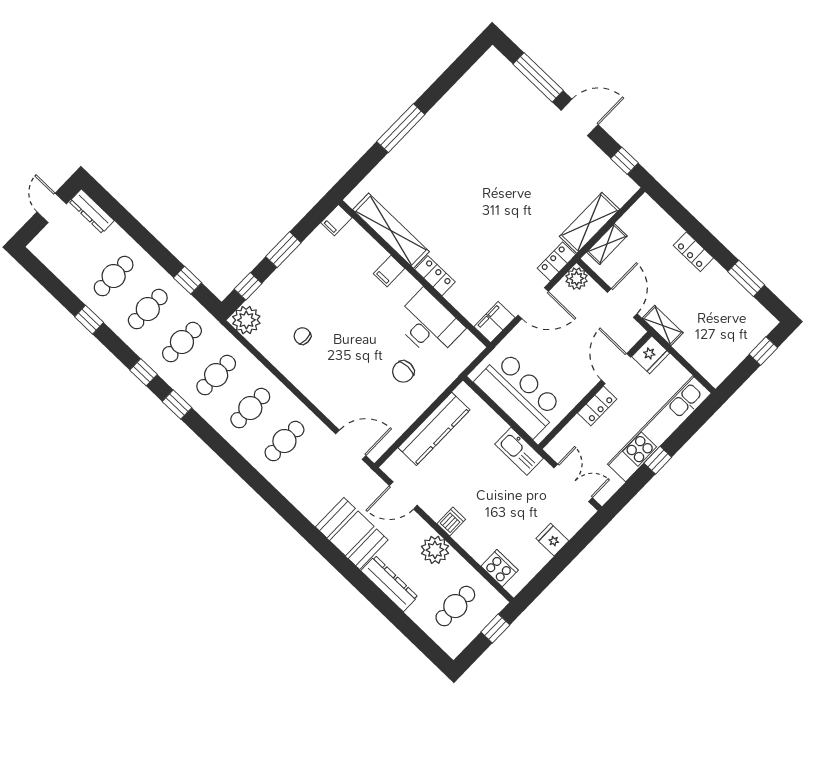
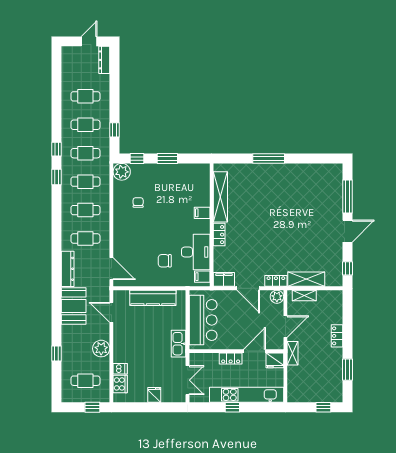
door: (580, 117) -> (348, 231), hinge flipped
filing cabinet: (336, 220) -> (202, 277), moved
window: (89, 320) -> (56, 353), moved
dishwasher: (451, 522) -> (120, 369), moved
dresser: (389, 584) -> (68, 269), moved

